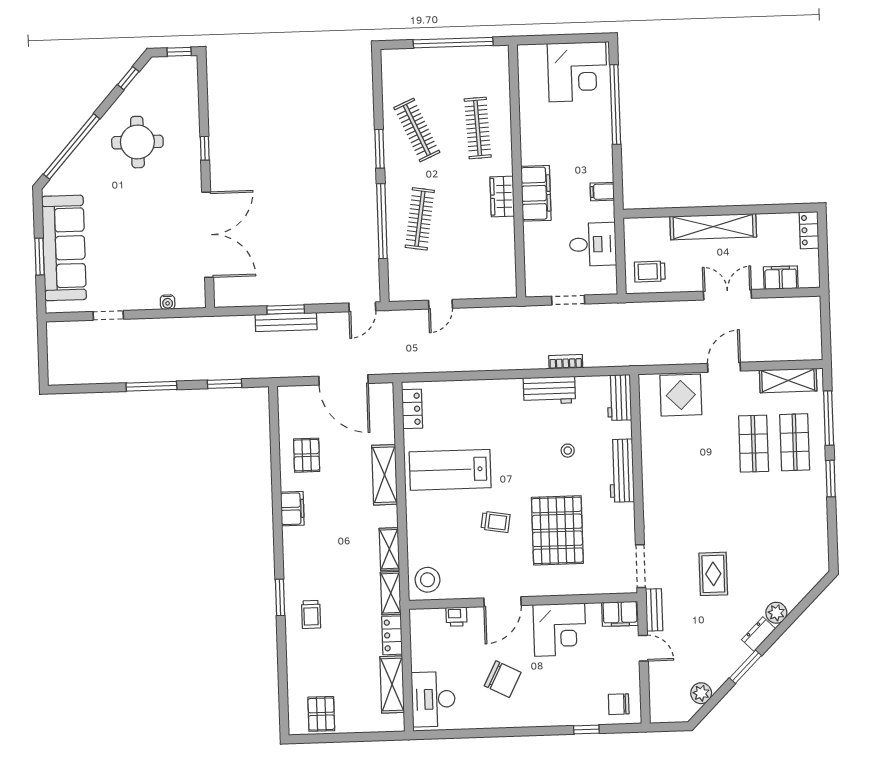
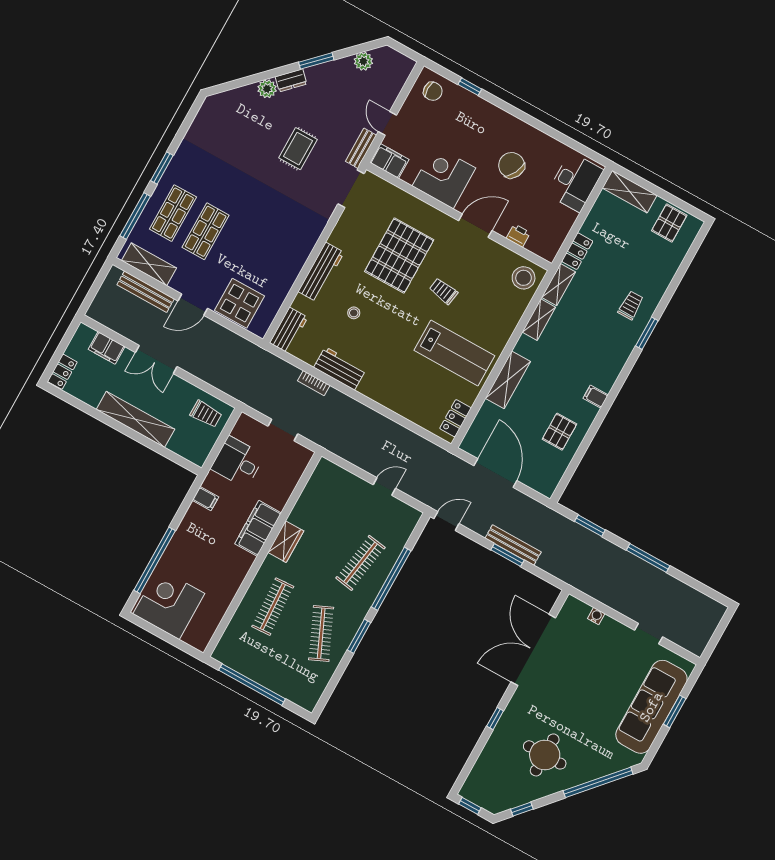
bench: (776, 353) -> (146, 292), added
filing cabinet: (292, 509) -> (596, 397), width x0.50
shelving: (392, 684) -> (630, 192), moved, turned 90

